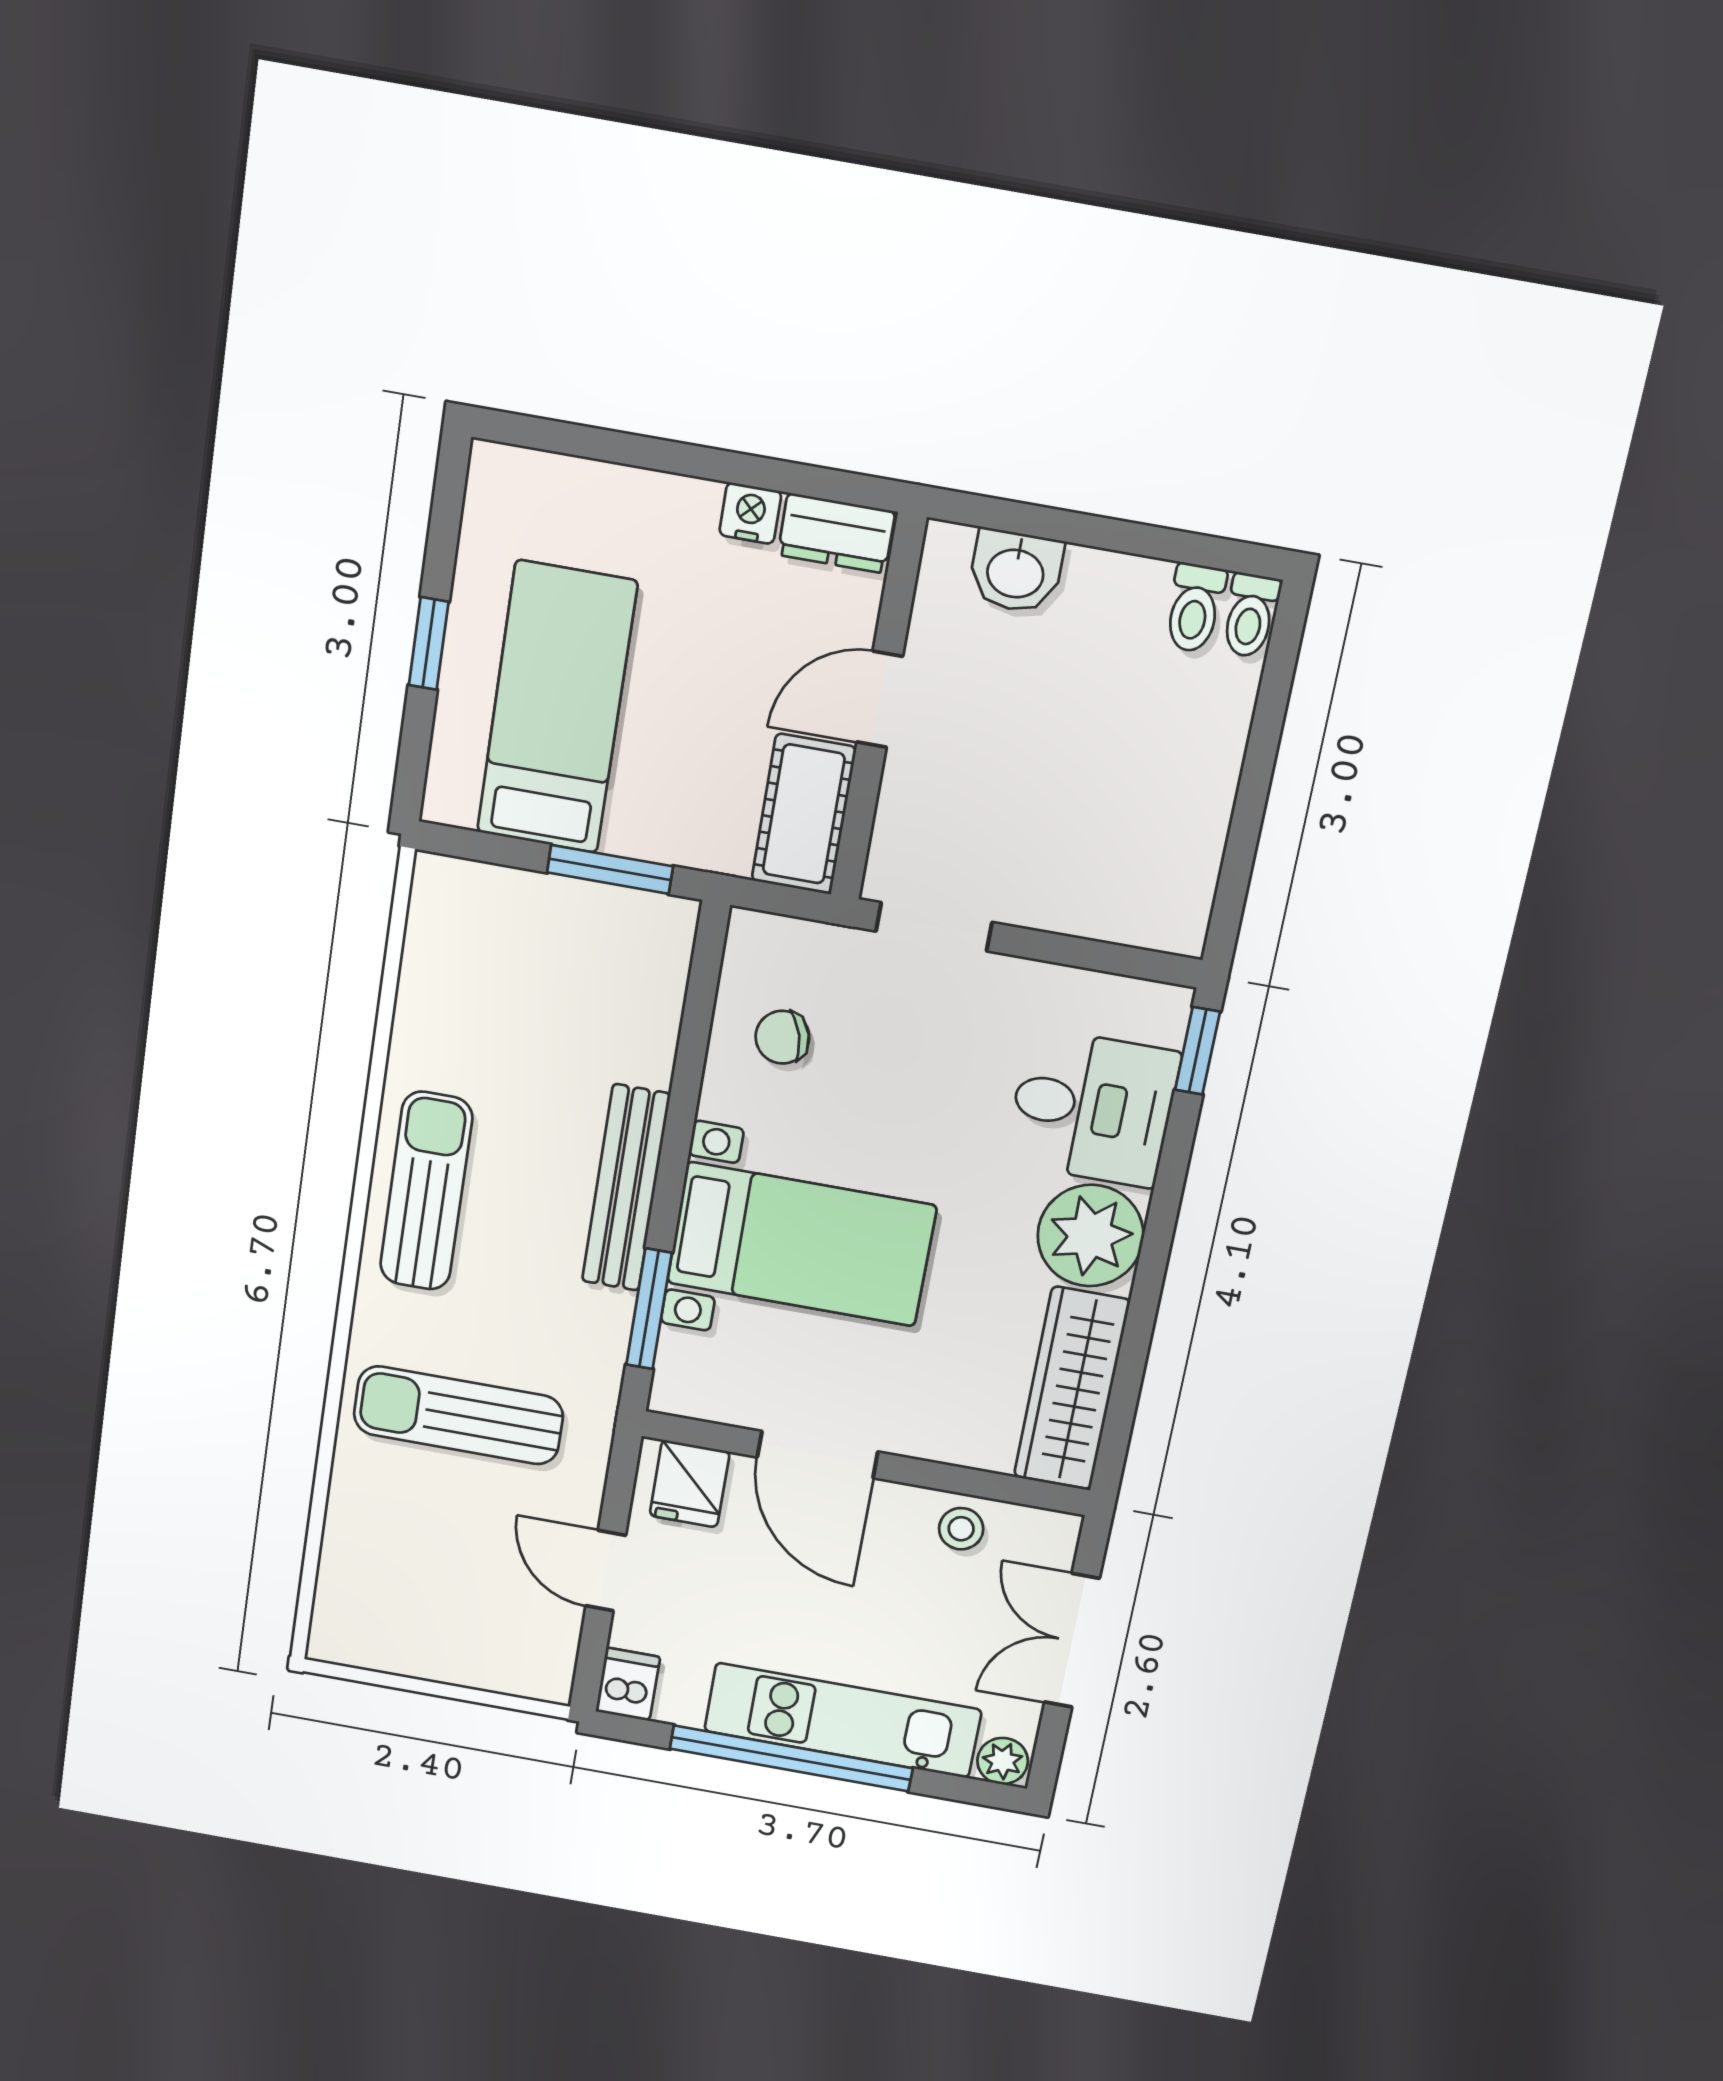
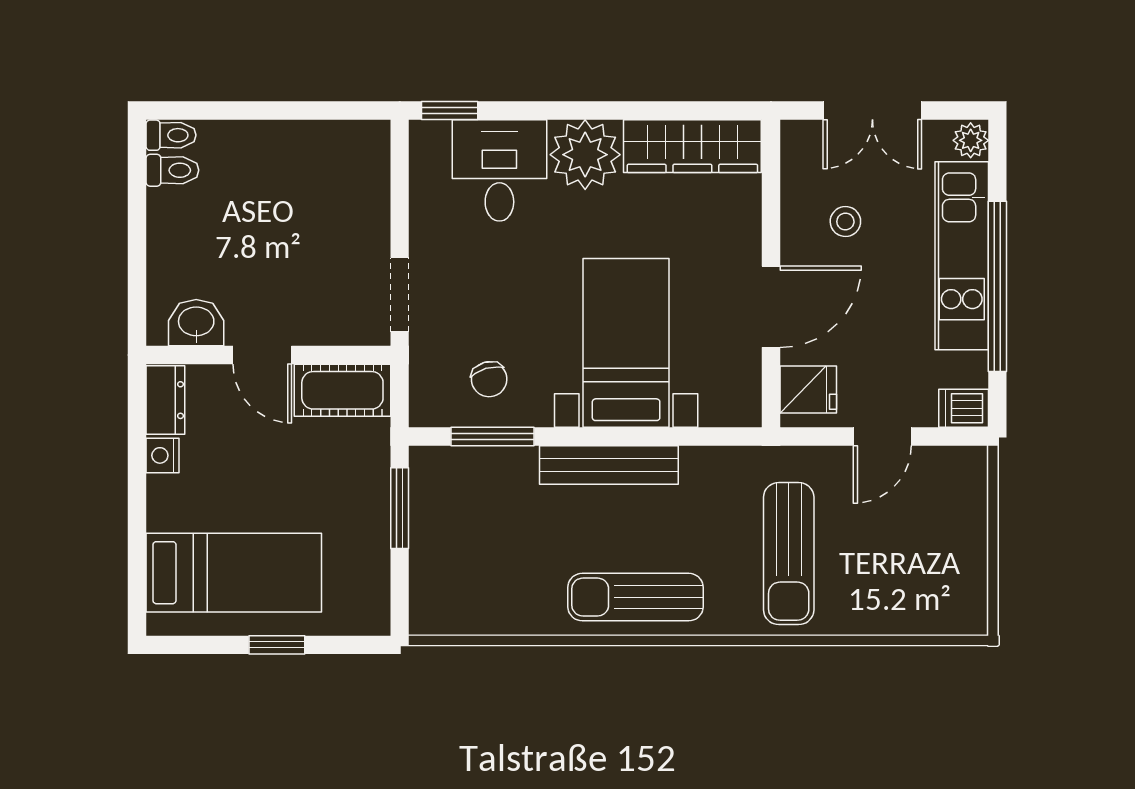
washbasin: (1016, 571) -> (196, 323), moved, turned -90
bed: (557, 708) -> (234, 573), moved, turned 180
window: (649, 1309) -> (493, 437), moved
stool: (961, 1529) -> (845, 222), moved

